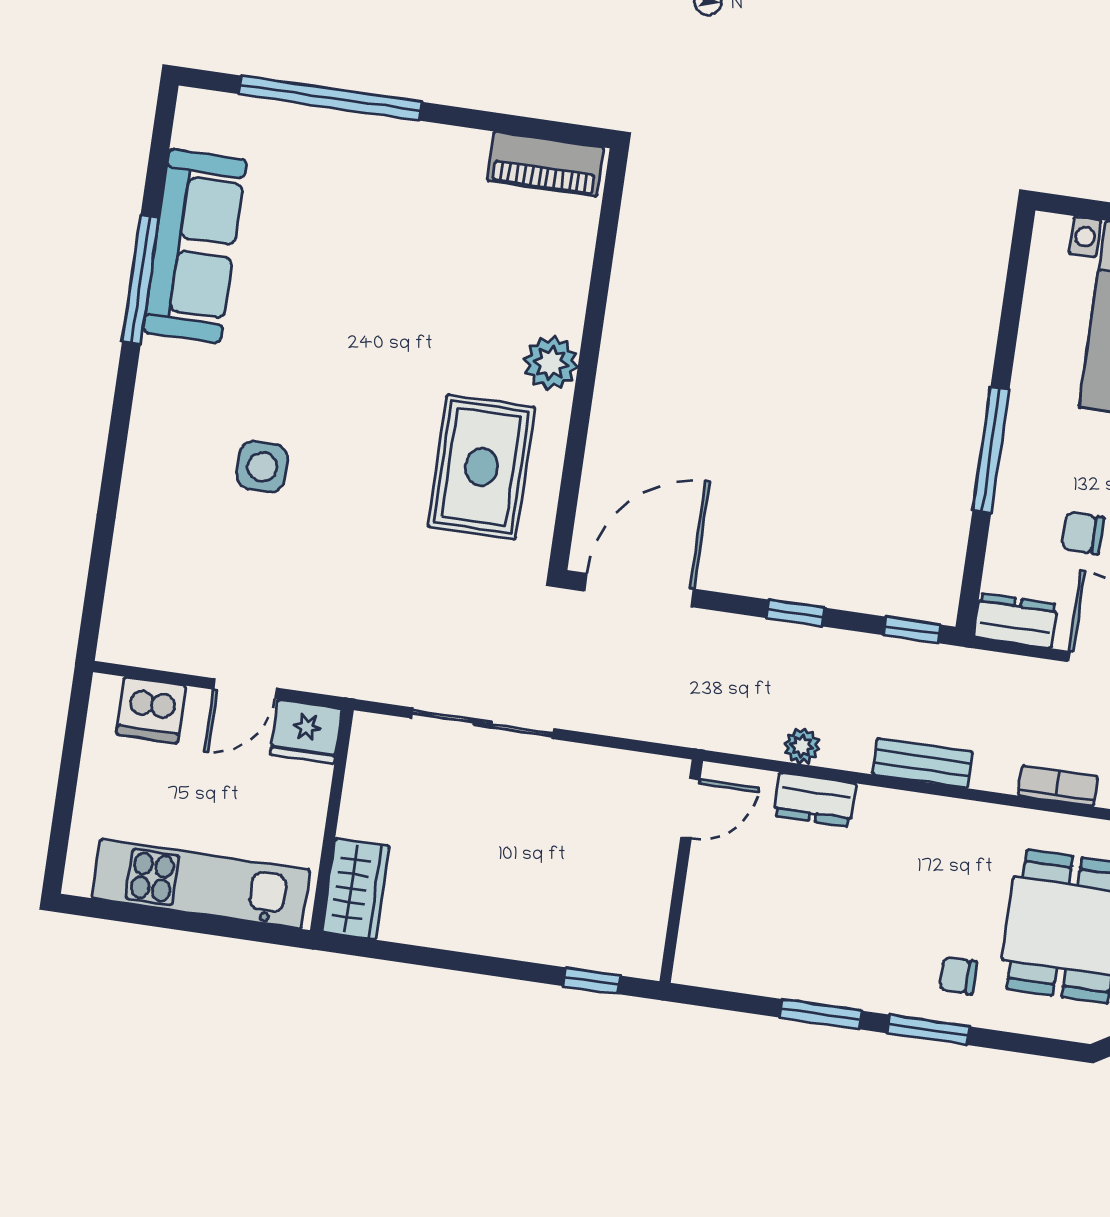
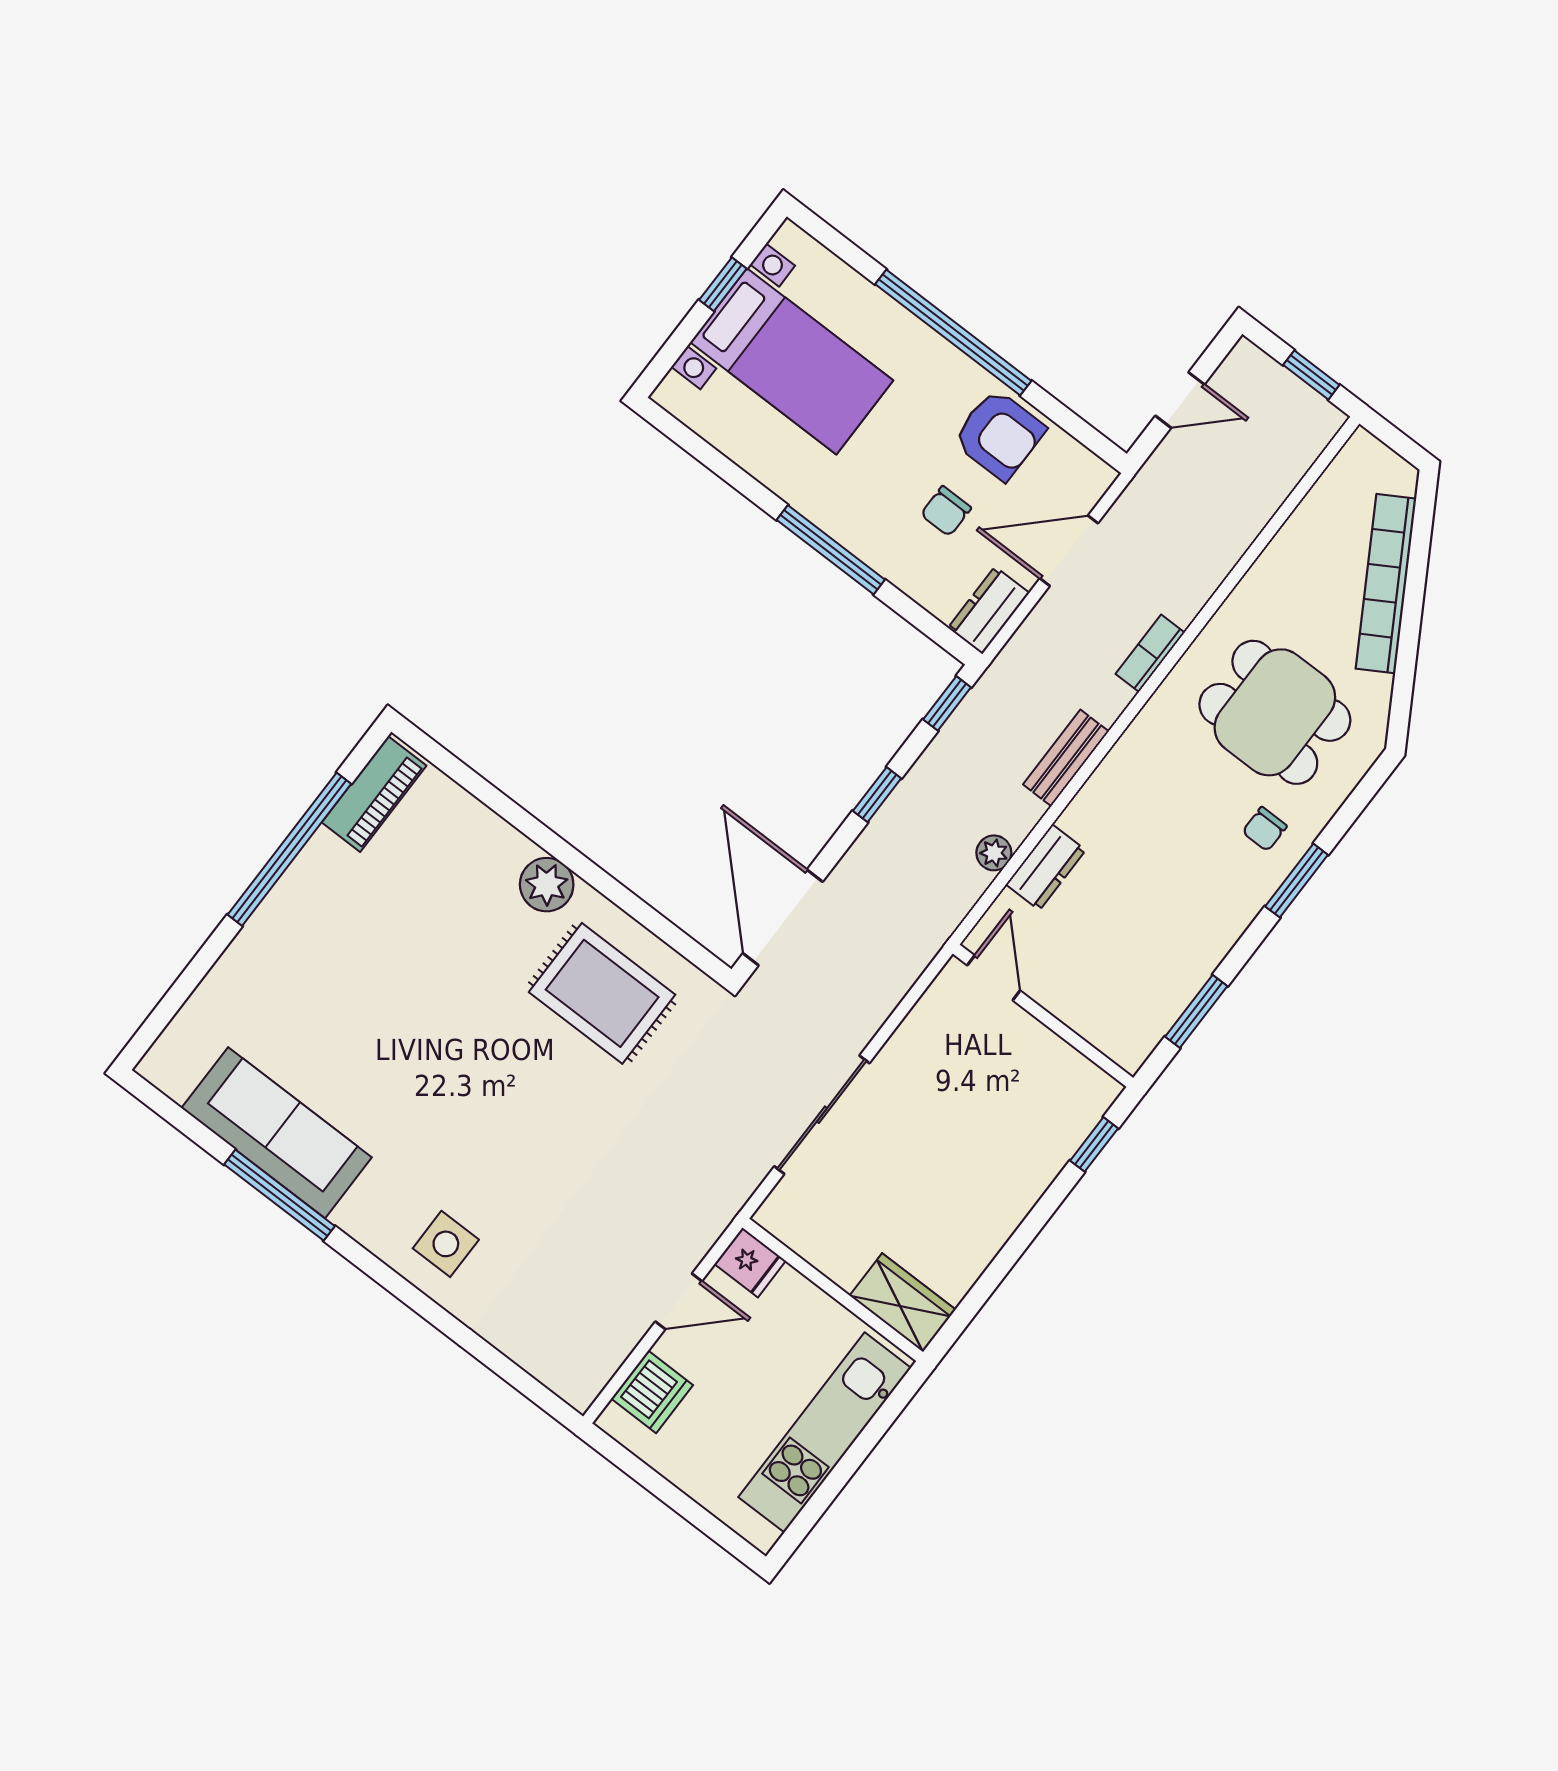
window: (331, 98) -> (289, 849), moved
side table: (262, 467) -> (446, 1244), moved
door: (245, 689) -> (679, 1301), hinge flipped
fridge: (306, 732) -> (750, 1262), width x0.72
window: (821, 1014) -> (1196, 1011), moved

